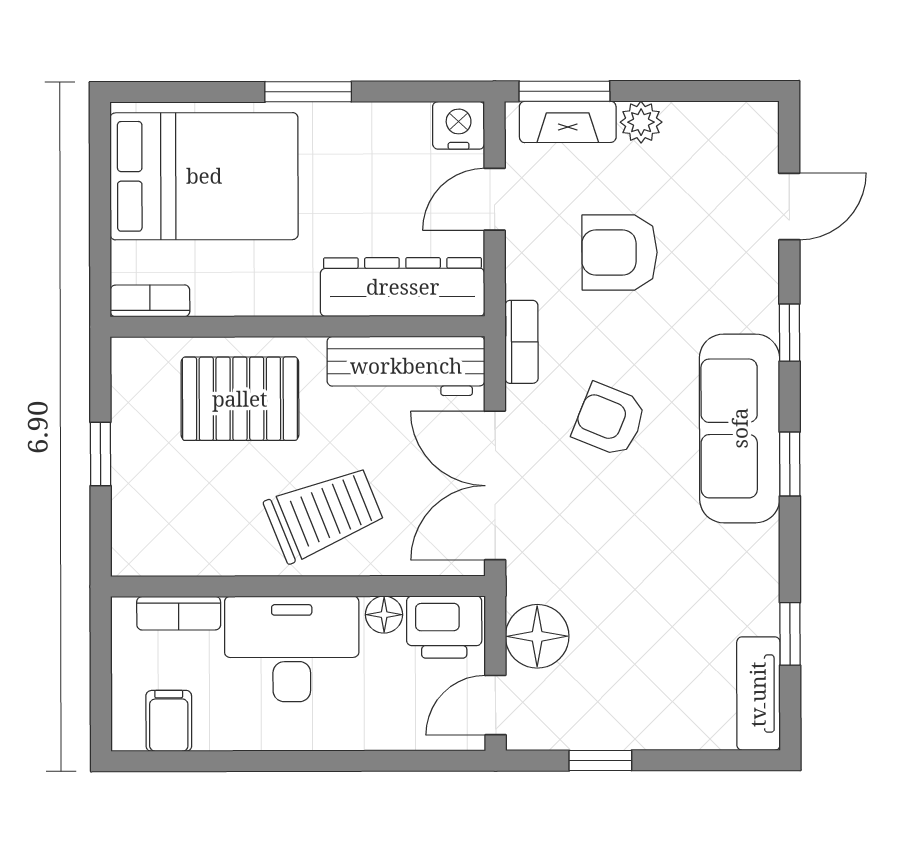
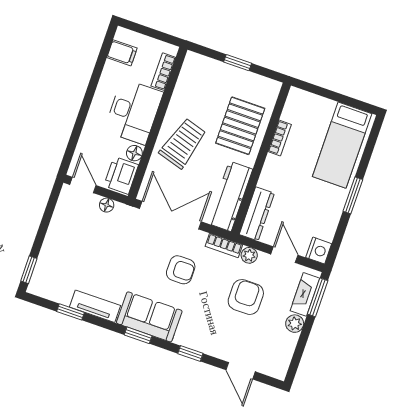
bed: (204, 176) -> (342, 145), width x0.67
plant: (524, 277) -> (249, 255), added
dresser: (403, 287) -> (257, 214), width x0.73, depth x0.80
bookcase: (150, 301) -> (280, 138), moved
armchair: (610, 420) -> (181, 270), turned 68
sofa: (740, 428) -> (149, 317), width x0.73
trolley: (324, 514) -> (183, 143), turned -141
floor lamp: (537, 636) -> (107, 205), width x0.53, depth x0.53
tv unit: (758, 694) -> (95, 306), moved
window: (600, 761) -> (29, 270), moved

